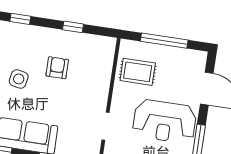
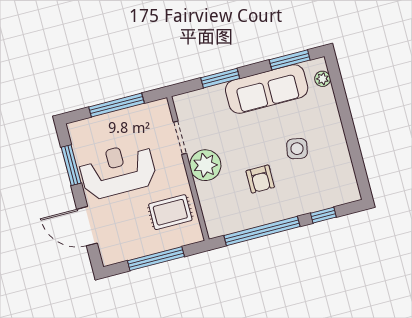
window: (73, 27) -> (262, 231), width x3.17
plant: (95, 97) -> (205, 165), added

